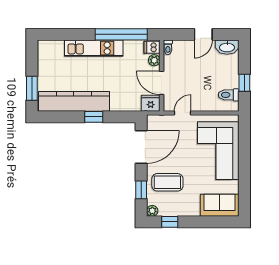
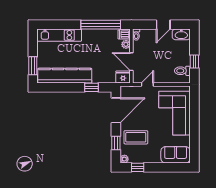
kitchen unit: (94, 48) -> (59, 35), moved
window: (94, 117) -> (91, 87), moved

